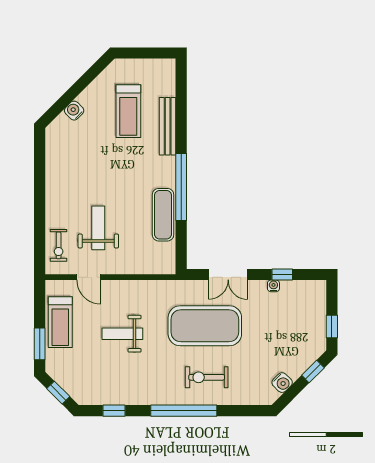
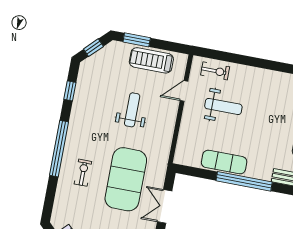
exercise bike: (59, 245) -> (215, 71), turned 180
exercise bike: (207, 377) -> (83, 173), width x0.73, depth x0.72

